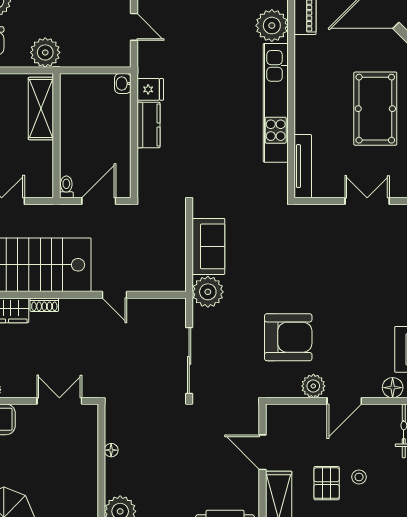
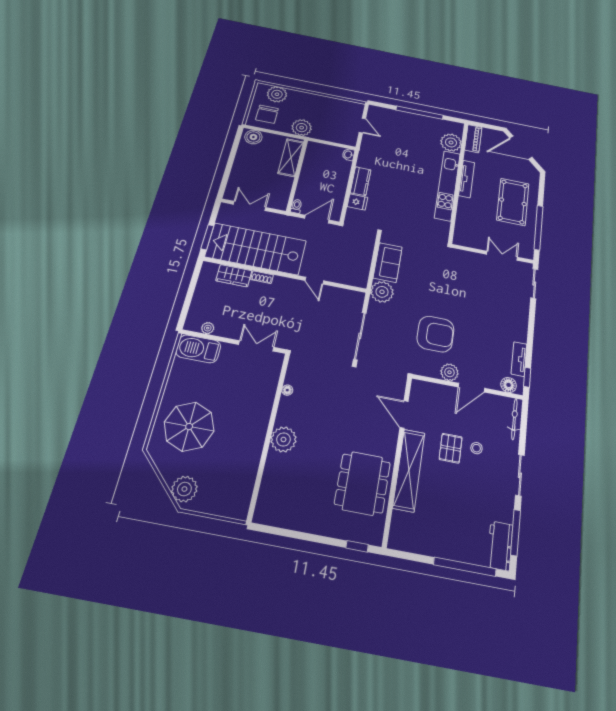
fridge: (150, 89) -> (357, 202), moved
tv unit: (303, 166) -> (467, 179), moved

